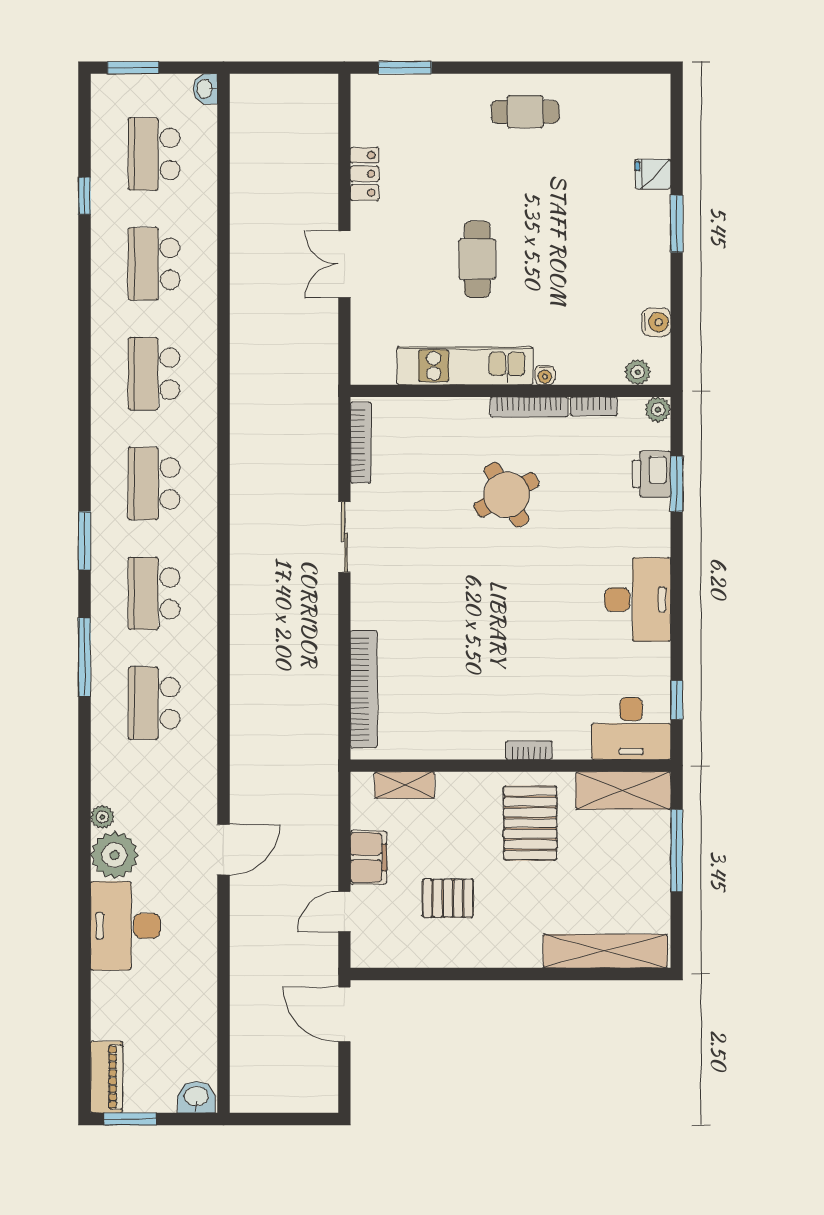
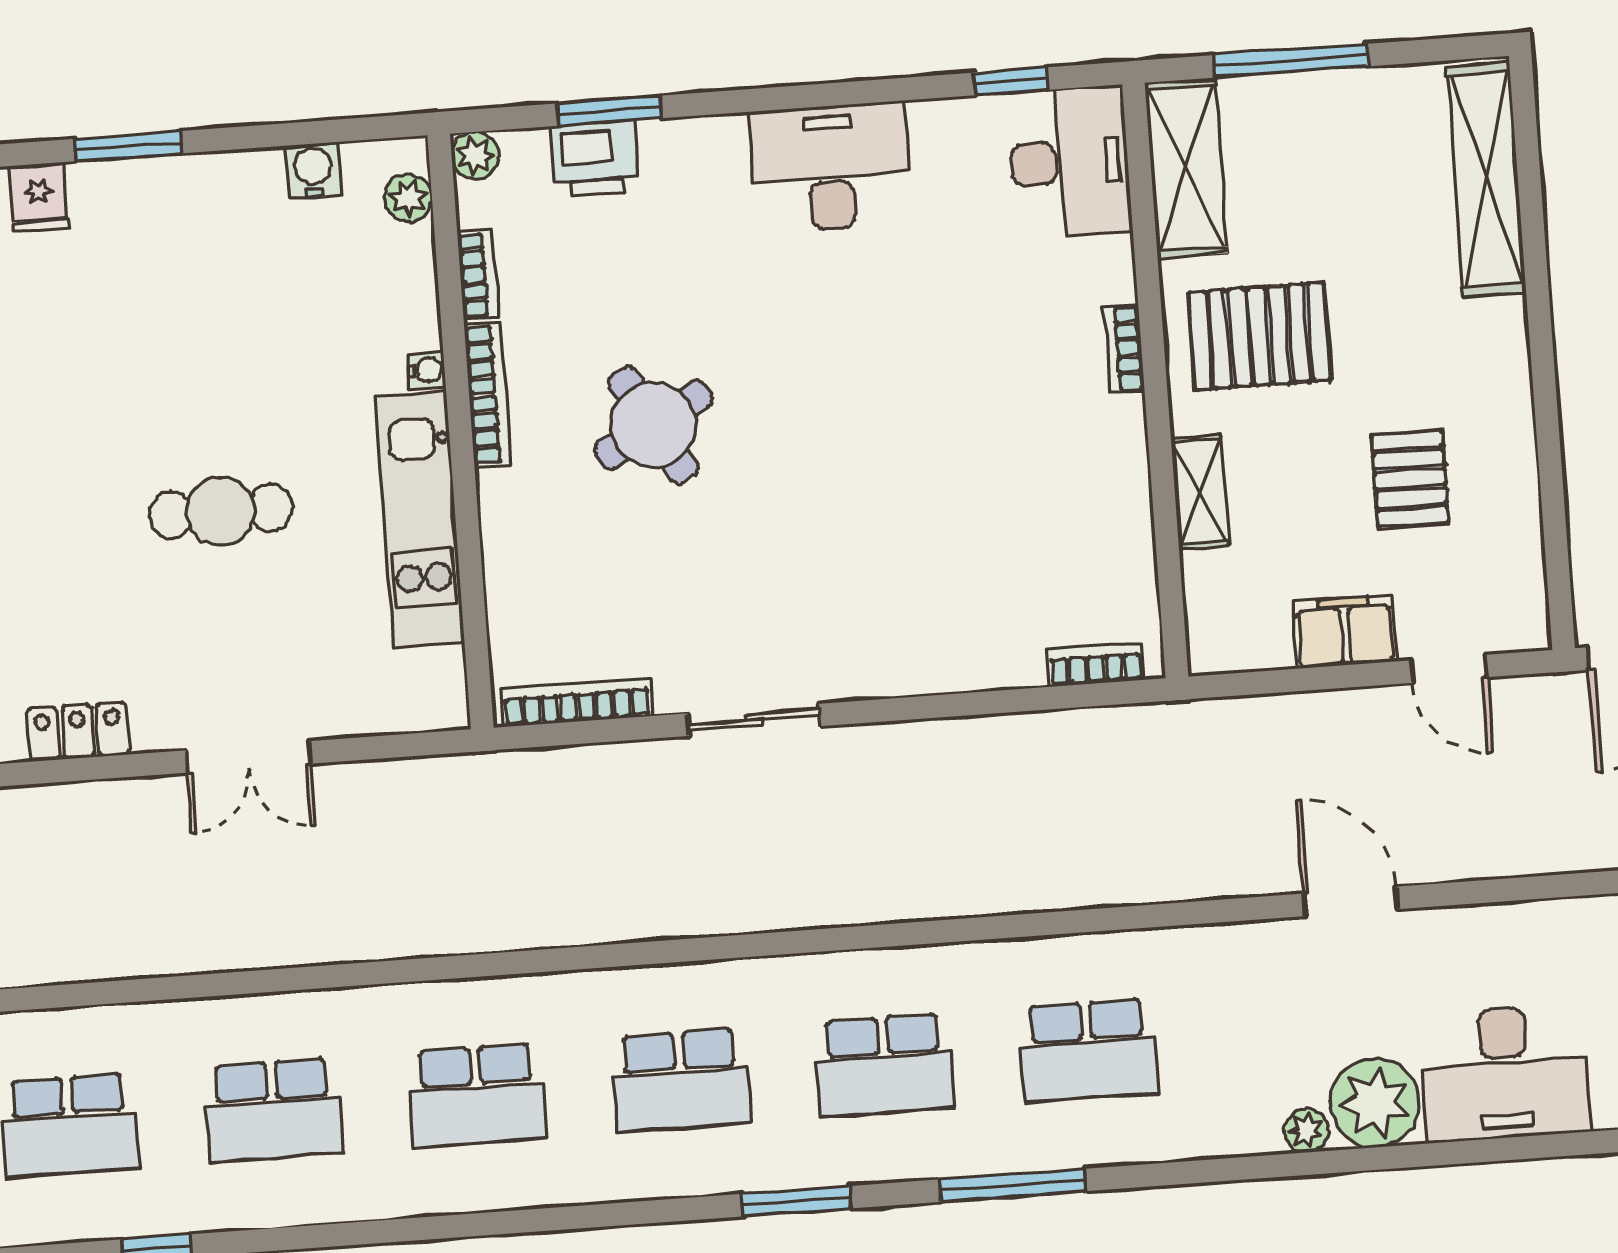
bookcase: (364, 689) -> (1096, 664), width x0.43, depth x0.76
shelving: (405, 785) -> (1200, 492), moved

